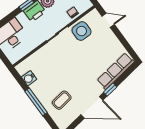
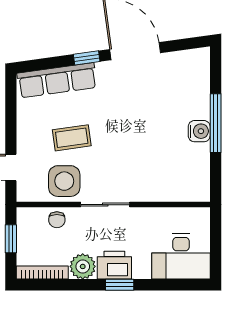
water cooler: (29, 78) -> (199, 131), moved
coffee table: (62, 100) -> (72, 138), moved

